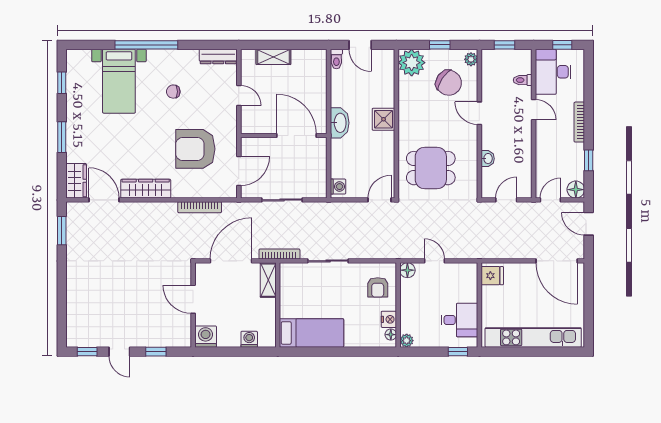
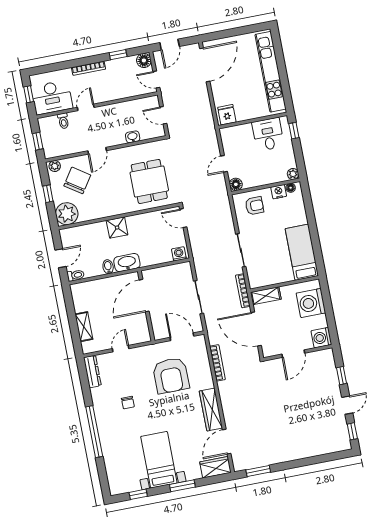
bed with nightstands: (119, 81) -> (159, 460), moved, turned -90
bidet: (339, 99) -> (108, 267), added
washing machine: (249, 339) -> (311, 303), width x1.89, depth x1.89

